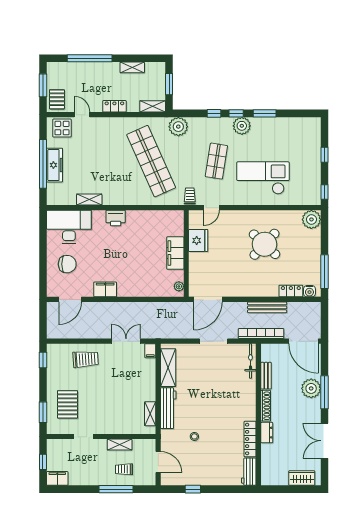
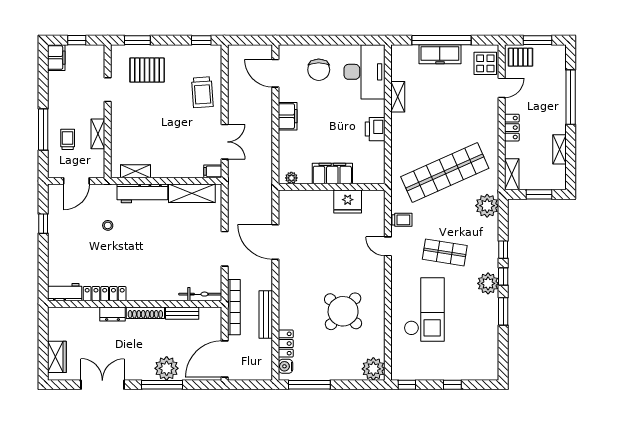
fridge: (198, 240) -> (348, 202), moved
filing cabinet: (175, 253) -> (332, 174), moved
wall: (186, 254) -> (332, 187), moved
plant: (179, 286) -> (291, 178), moved

